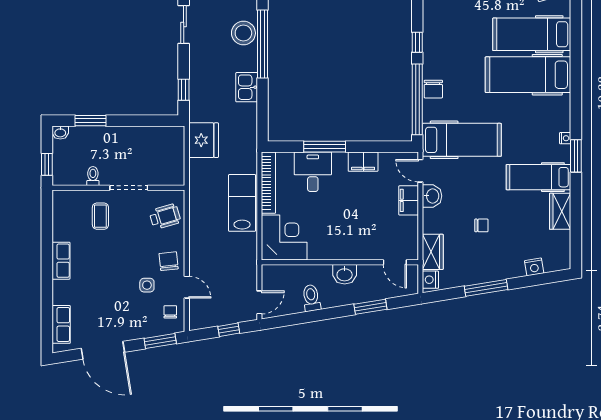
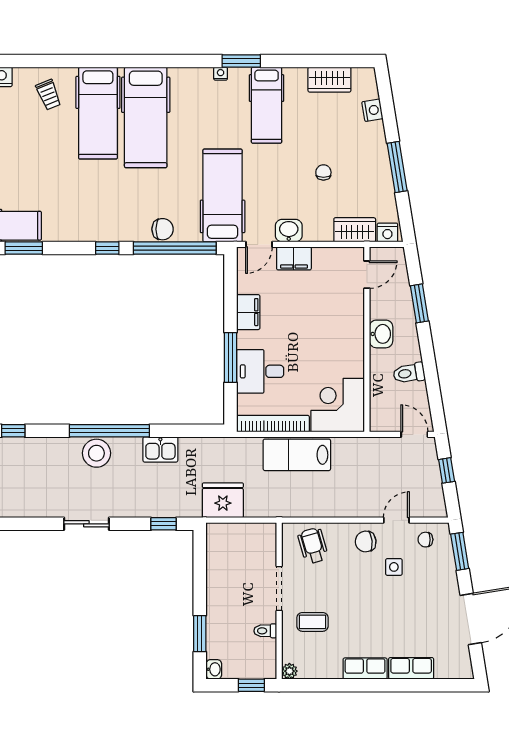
plant: (59, 197) -> (289, 671), added
wardrobe: (560, 211) -> (329, 80), moved
row of seats: (61, 324) -> (411, 668), moved

